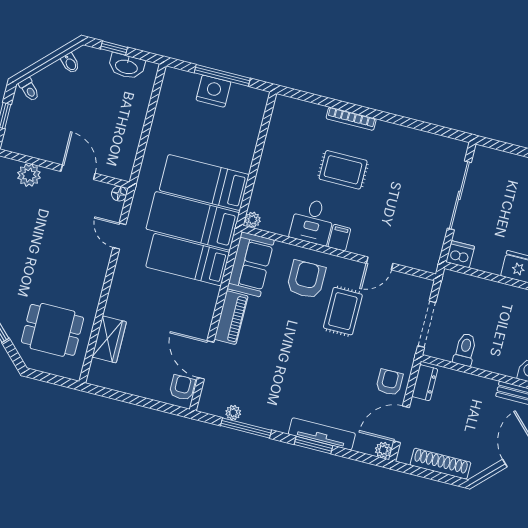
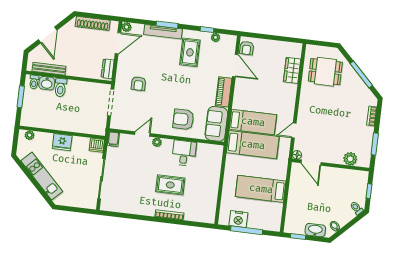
window: (114, 48) -> (298, 236), moved
washbasin: (127, 66) -> (315, 230), moved
nightstand: (213, 91) -> (238, 219), moved
door: (78, 172) -> (311, 163), moved
bed: (204, 183) -> (261, 189), moved, turned 180
plant: (253, 220) -> (157, 142), moved
door: (119, 236) -> (294, 130), swing flipped
filing cabinet: (339, 238) -> (113, 139), moved
armchair: (306, 279) -> (183, 119), turned 90
rug: (343, 311) -> (190, 52), moved
toilet: (465, 350) -> (61, 88), moved
armchair: (389, 382) -> (139, 84), moved
window: (246, 428) -> (207, 30), width x0.46

